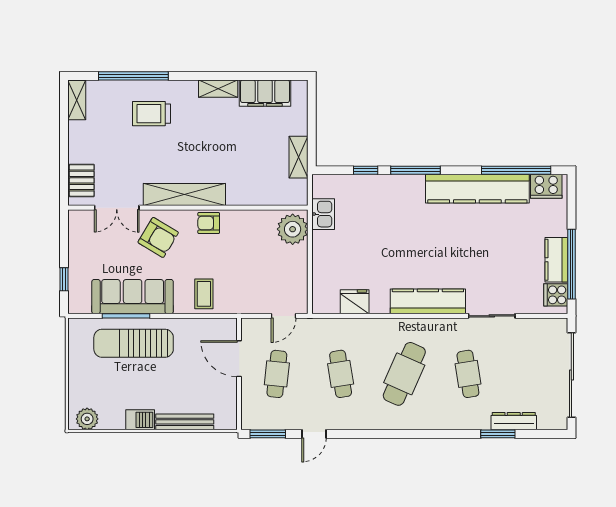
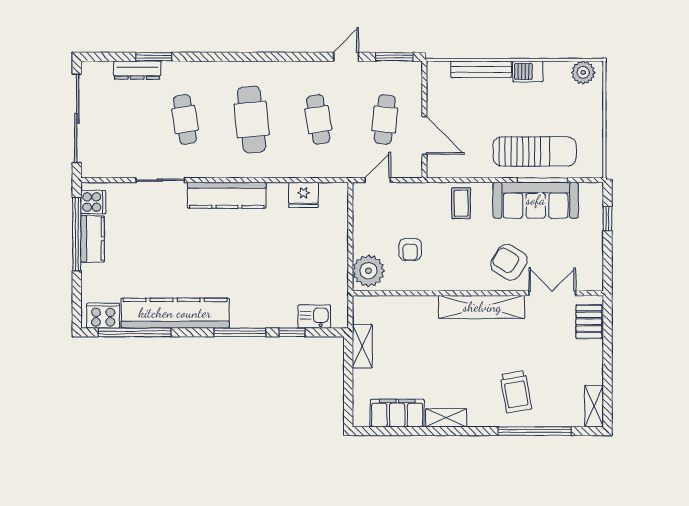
trolley: (151, 114) -> (516, 392), turned 80
kitchen sink: (323, 214) -> (314, 317), moved, turned 90
armchair: (209, 223) -> (410, 249), moved, turned 90
cafe table: (404, 374) -> (252, 119), turned -30

